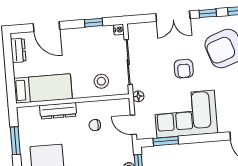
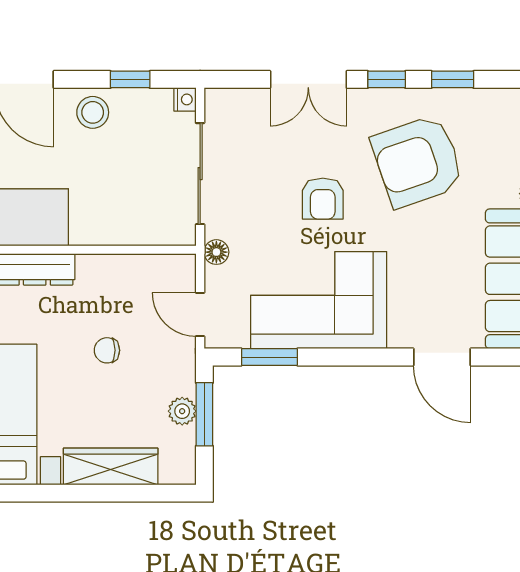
stool: (101, 81) -> (93, 112), moved
chair: (95, 125) -> (107, 350), moved

